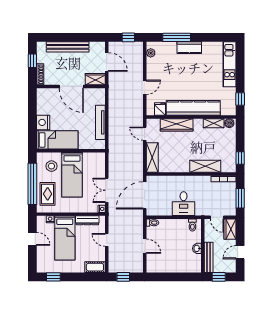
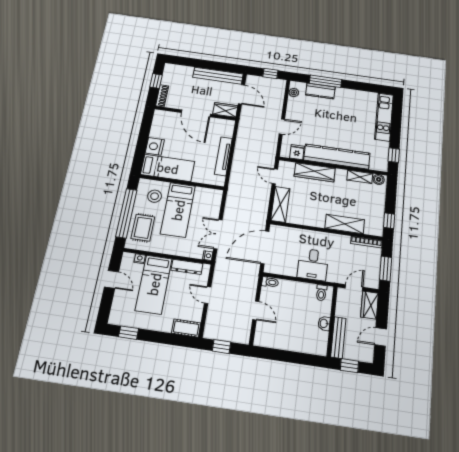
bench: (68, 47) -> (218, 76), moved
kitchen counter: (189, 48) -> (320, 91), moved
door: (217, 217) -> (354, 288), swing flipped

